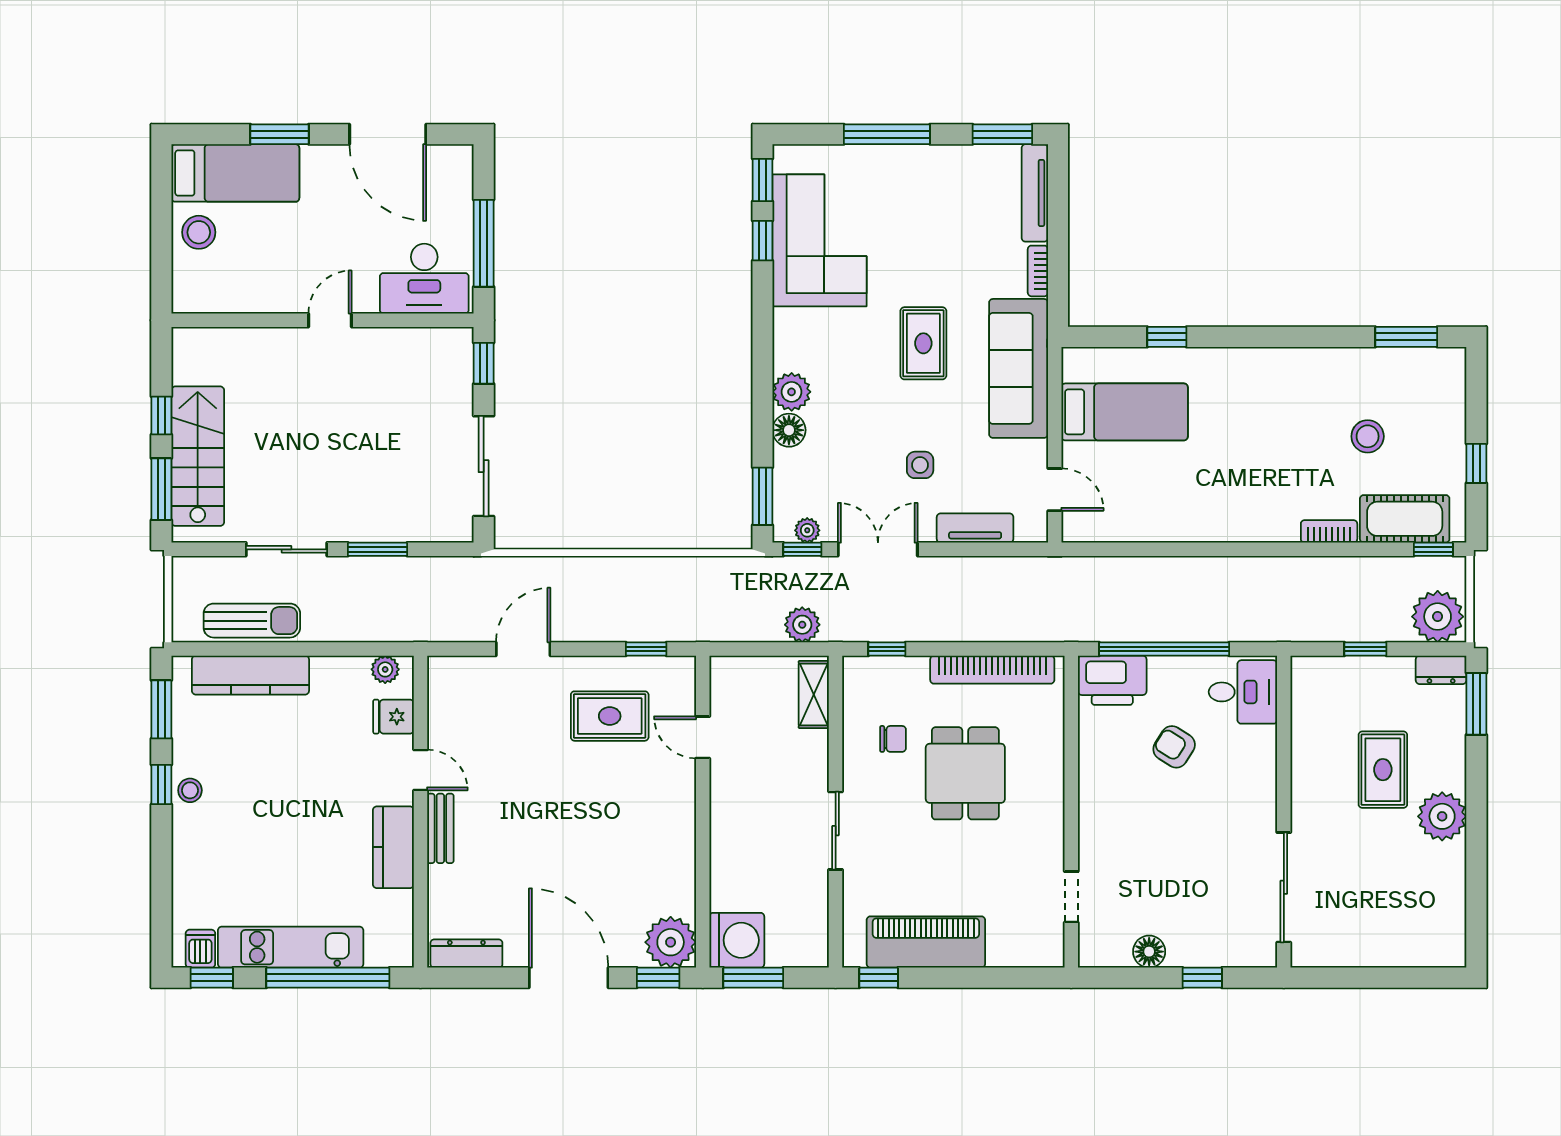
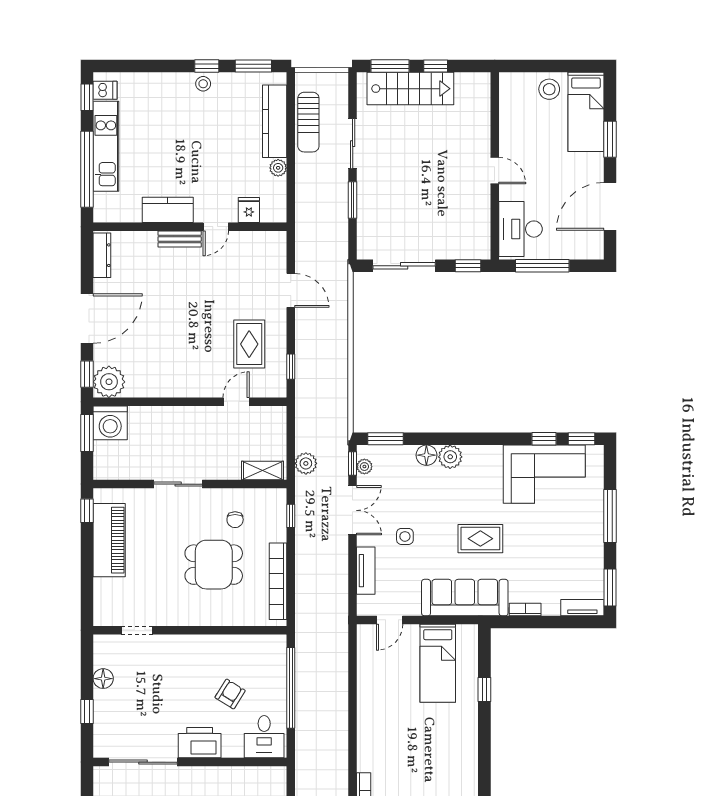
tv unit: (1035, 193) -> (582, 608), width x0.71
plant: (385, 669) -> (278, 168), moved
printer: (1112, 680) -> (200, 743), moved, turned 90

